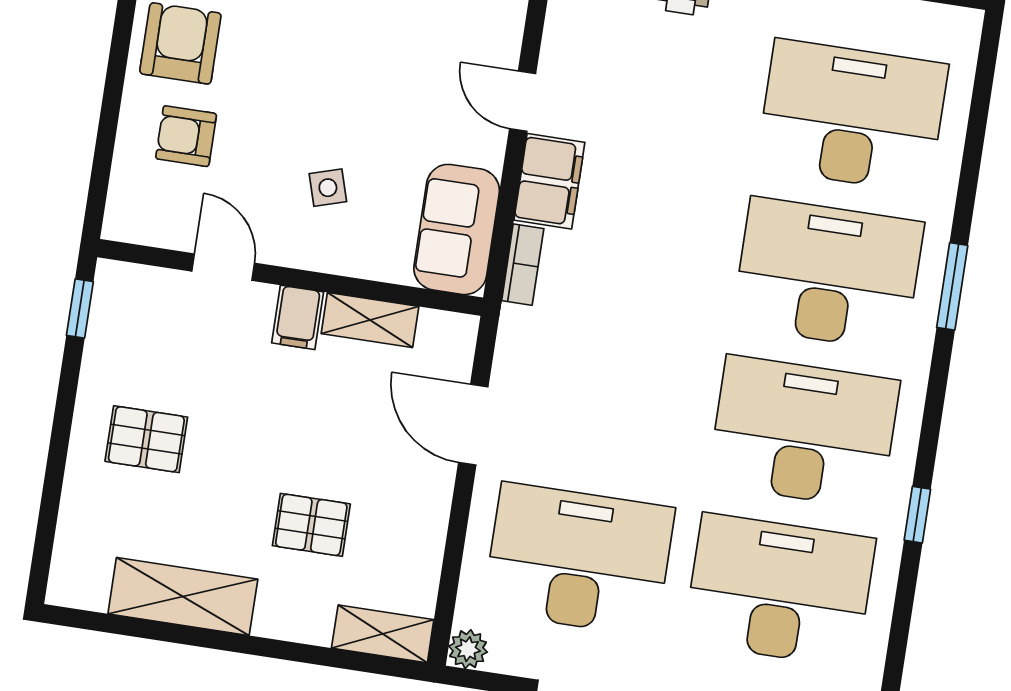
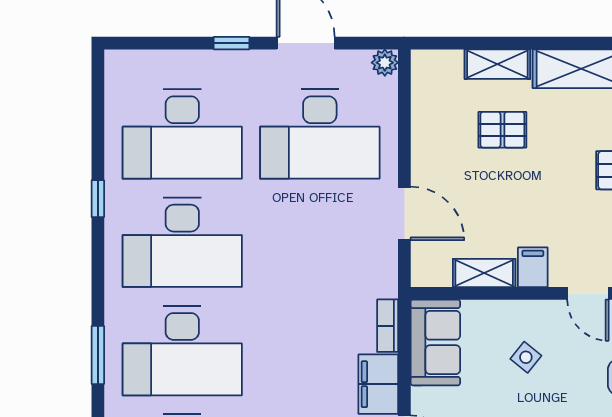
side table: (328, 188) -> (526, 357), turned -34
shelving: (383, 634) -> (497, 64), moved

